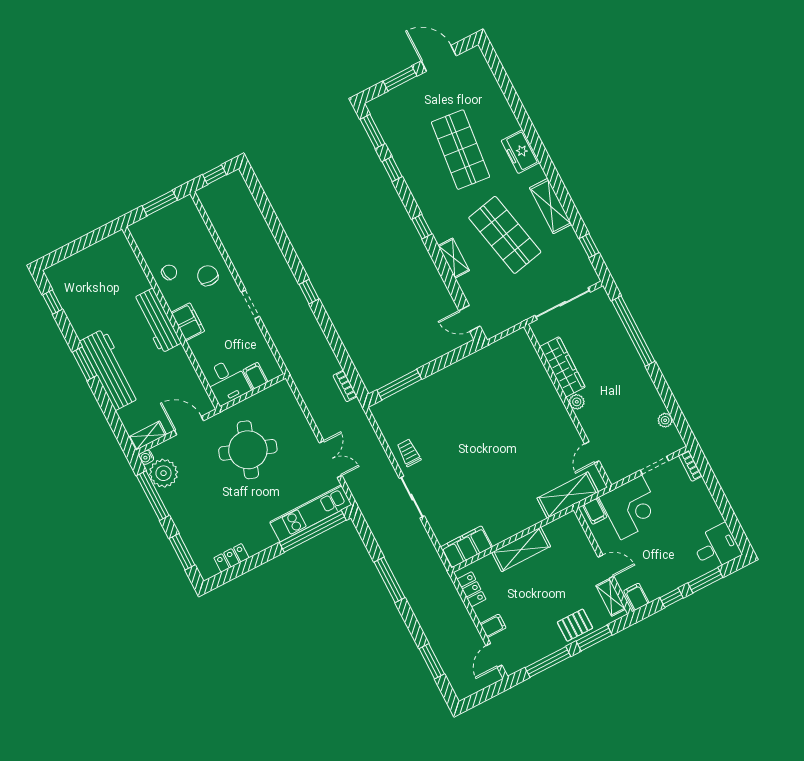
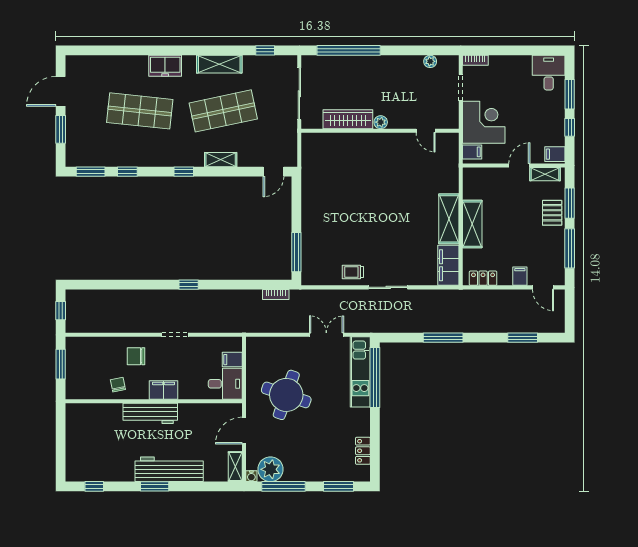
shelving: (568, 495) -> (449, 219), moved

